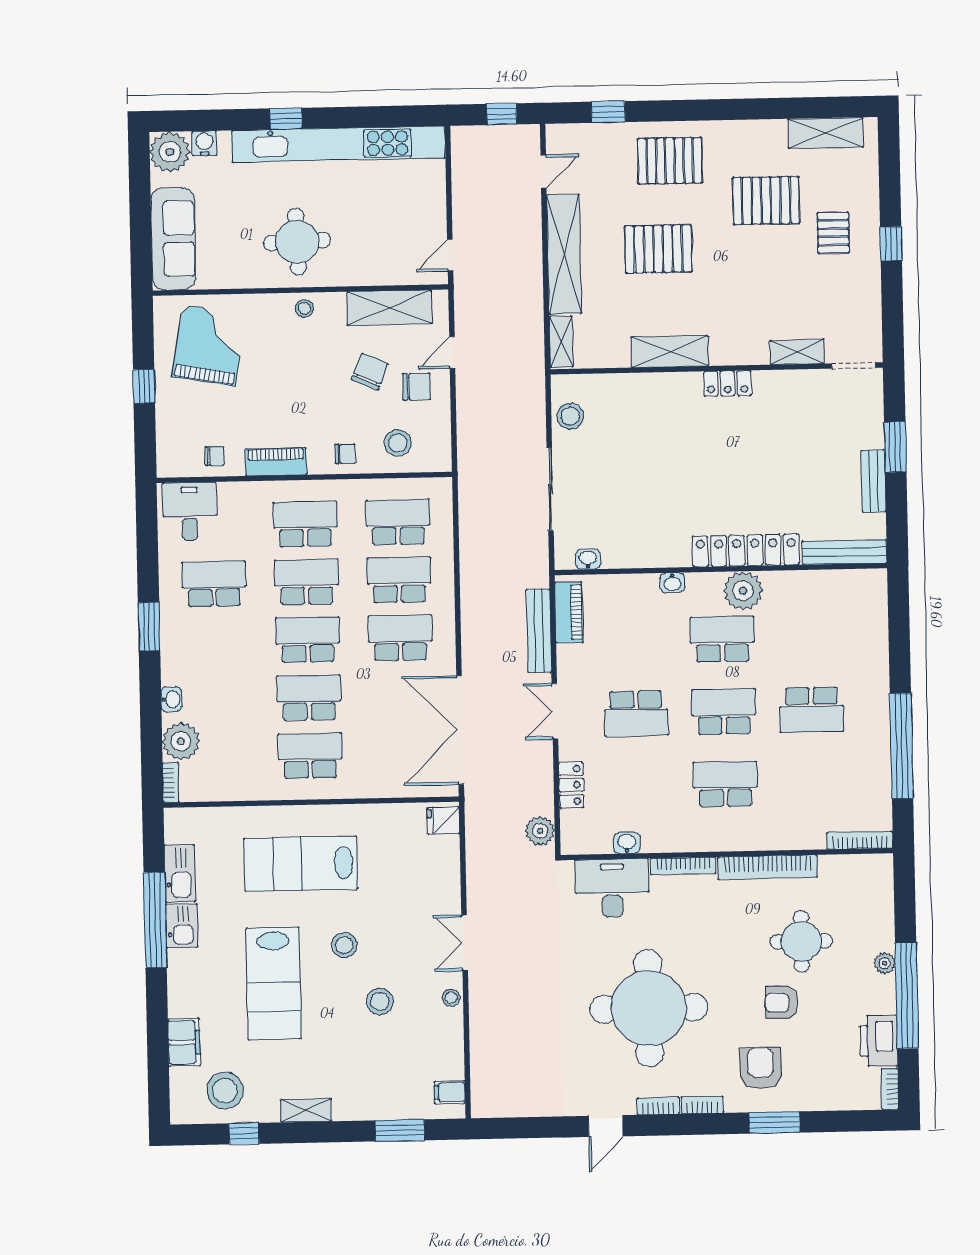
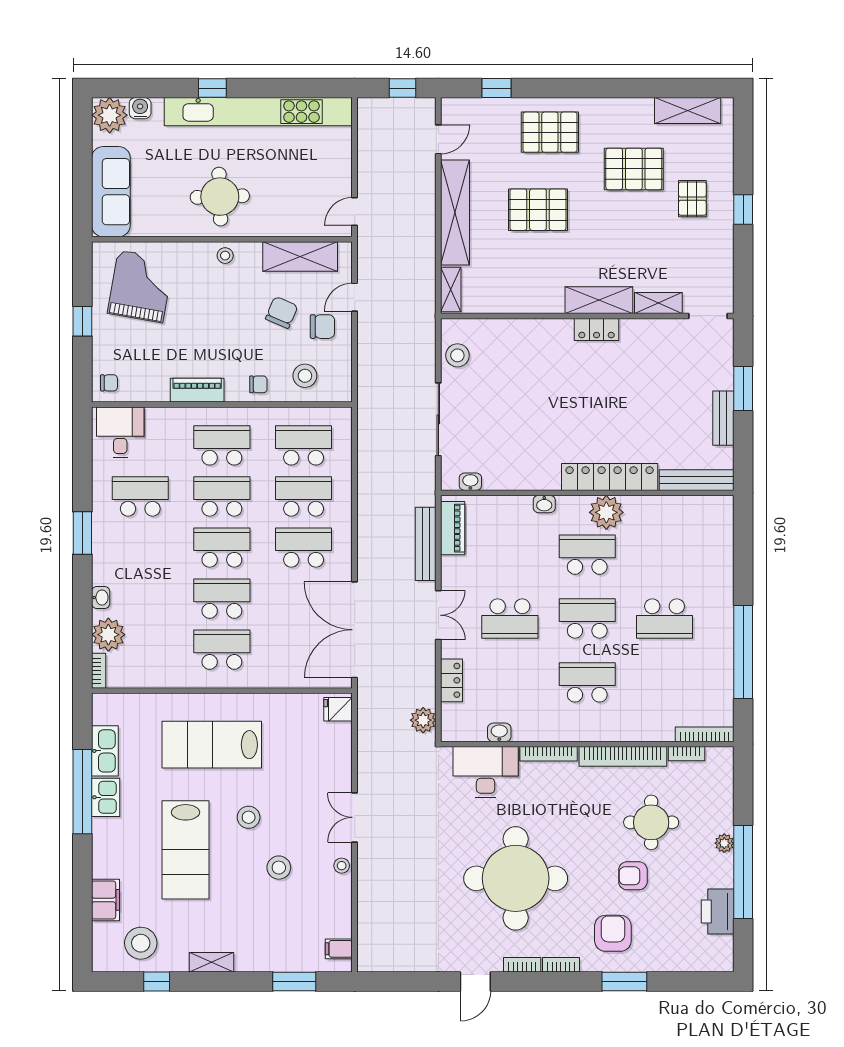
shelving: (670, 351) -> (599, 300), moved
chair: (215, 456) -> (109, 383), moved
double door: (555, 711) -> (438, 615), swing flipped
bookcase: (890, 1089) -> (687, 754), moved, turned -90

